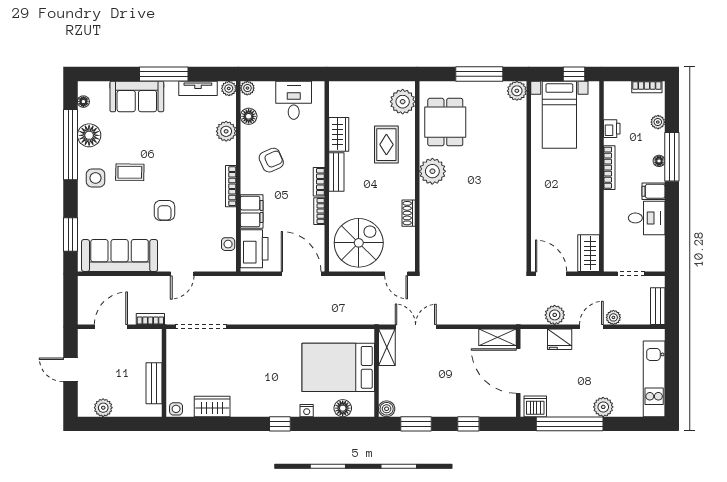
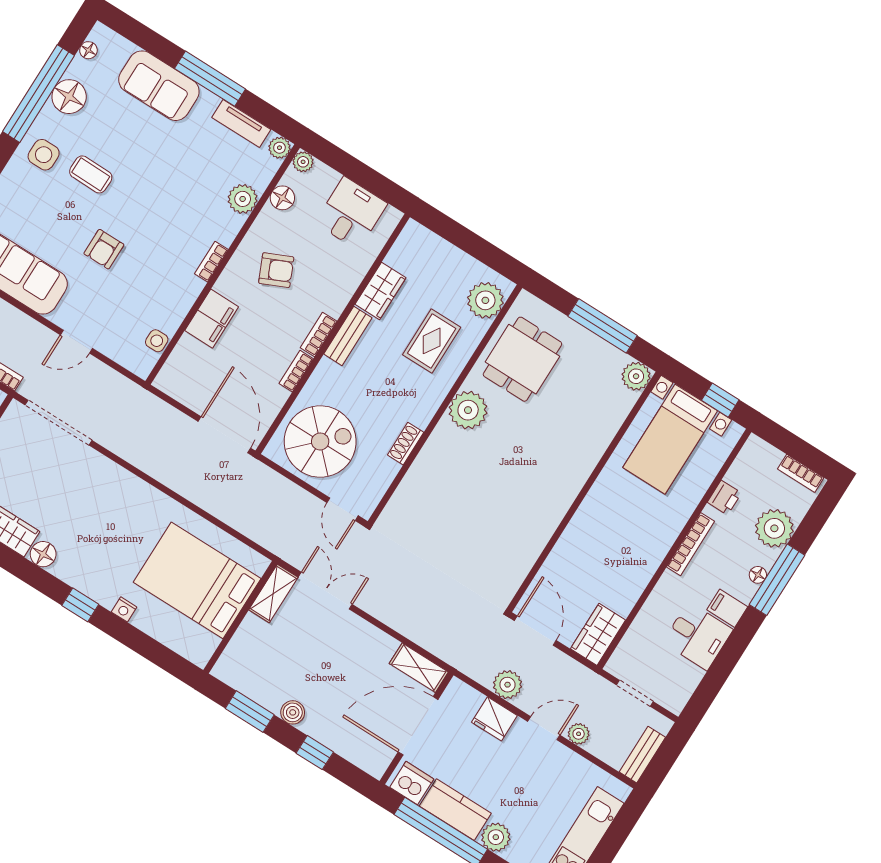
plant: (658, 122) -> (774, 528), width x1.88, depth x1.88
bookcase: (231, 186) -> (211, 262), width x0.64
printer: (254, 249) -> (186, 367), removed
door: (518, 371) -> (418, 726), hinge flipped
kitchen counter: (570, 406) -> (455, 810), added
floor lamp: (343, 408) -> (43, 554), moved
boiler: (387, 409) -> (293, 712), moved

